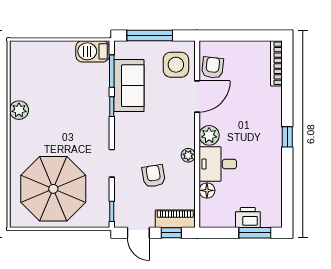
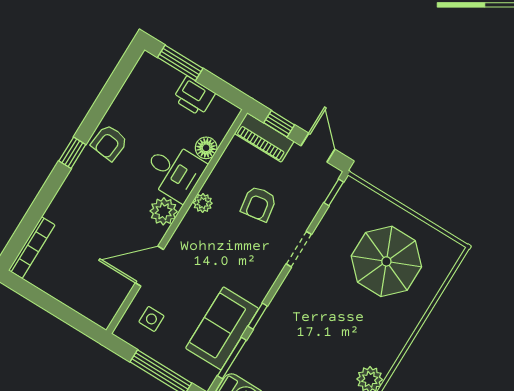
side table: (176, 65) -> (151, 319), width x0.54, depth x0.54
armchair: (213, 68) -> (109, 143), moved
parasol: (53, 189) -> (386, 261), width x0.73, depth x0.73
printer: (248, 218) -> (194, 96), moved

